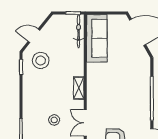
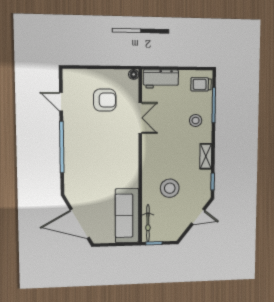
stool: (41, 60) -> (170, 188), moved
shelving: (79, 88) -> (206, 156), moved
stool: (54, 120) -> (196, 121), moved

